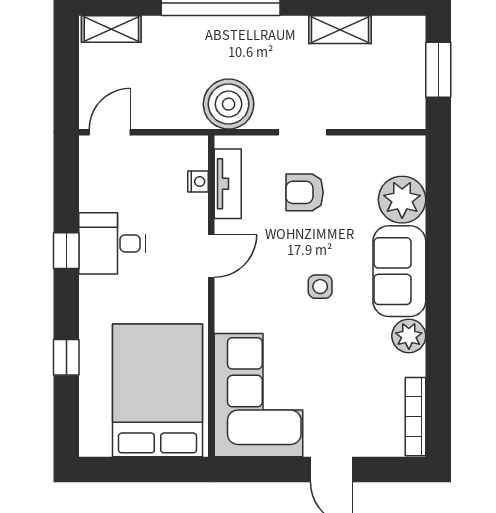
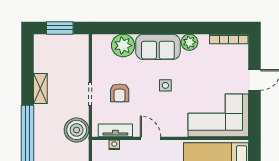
shelving: (340, 30) -> (40, 88), moved

